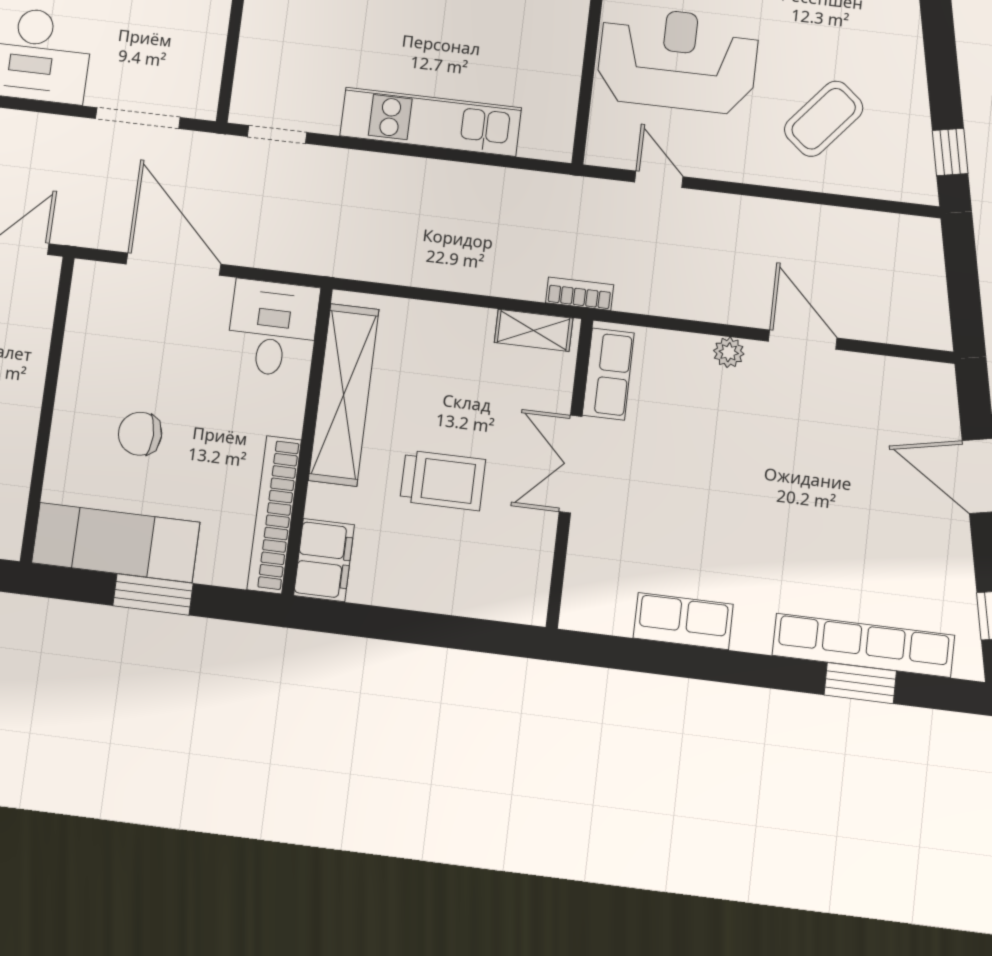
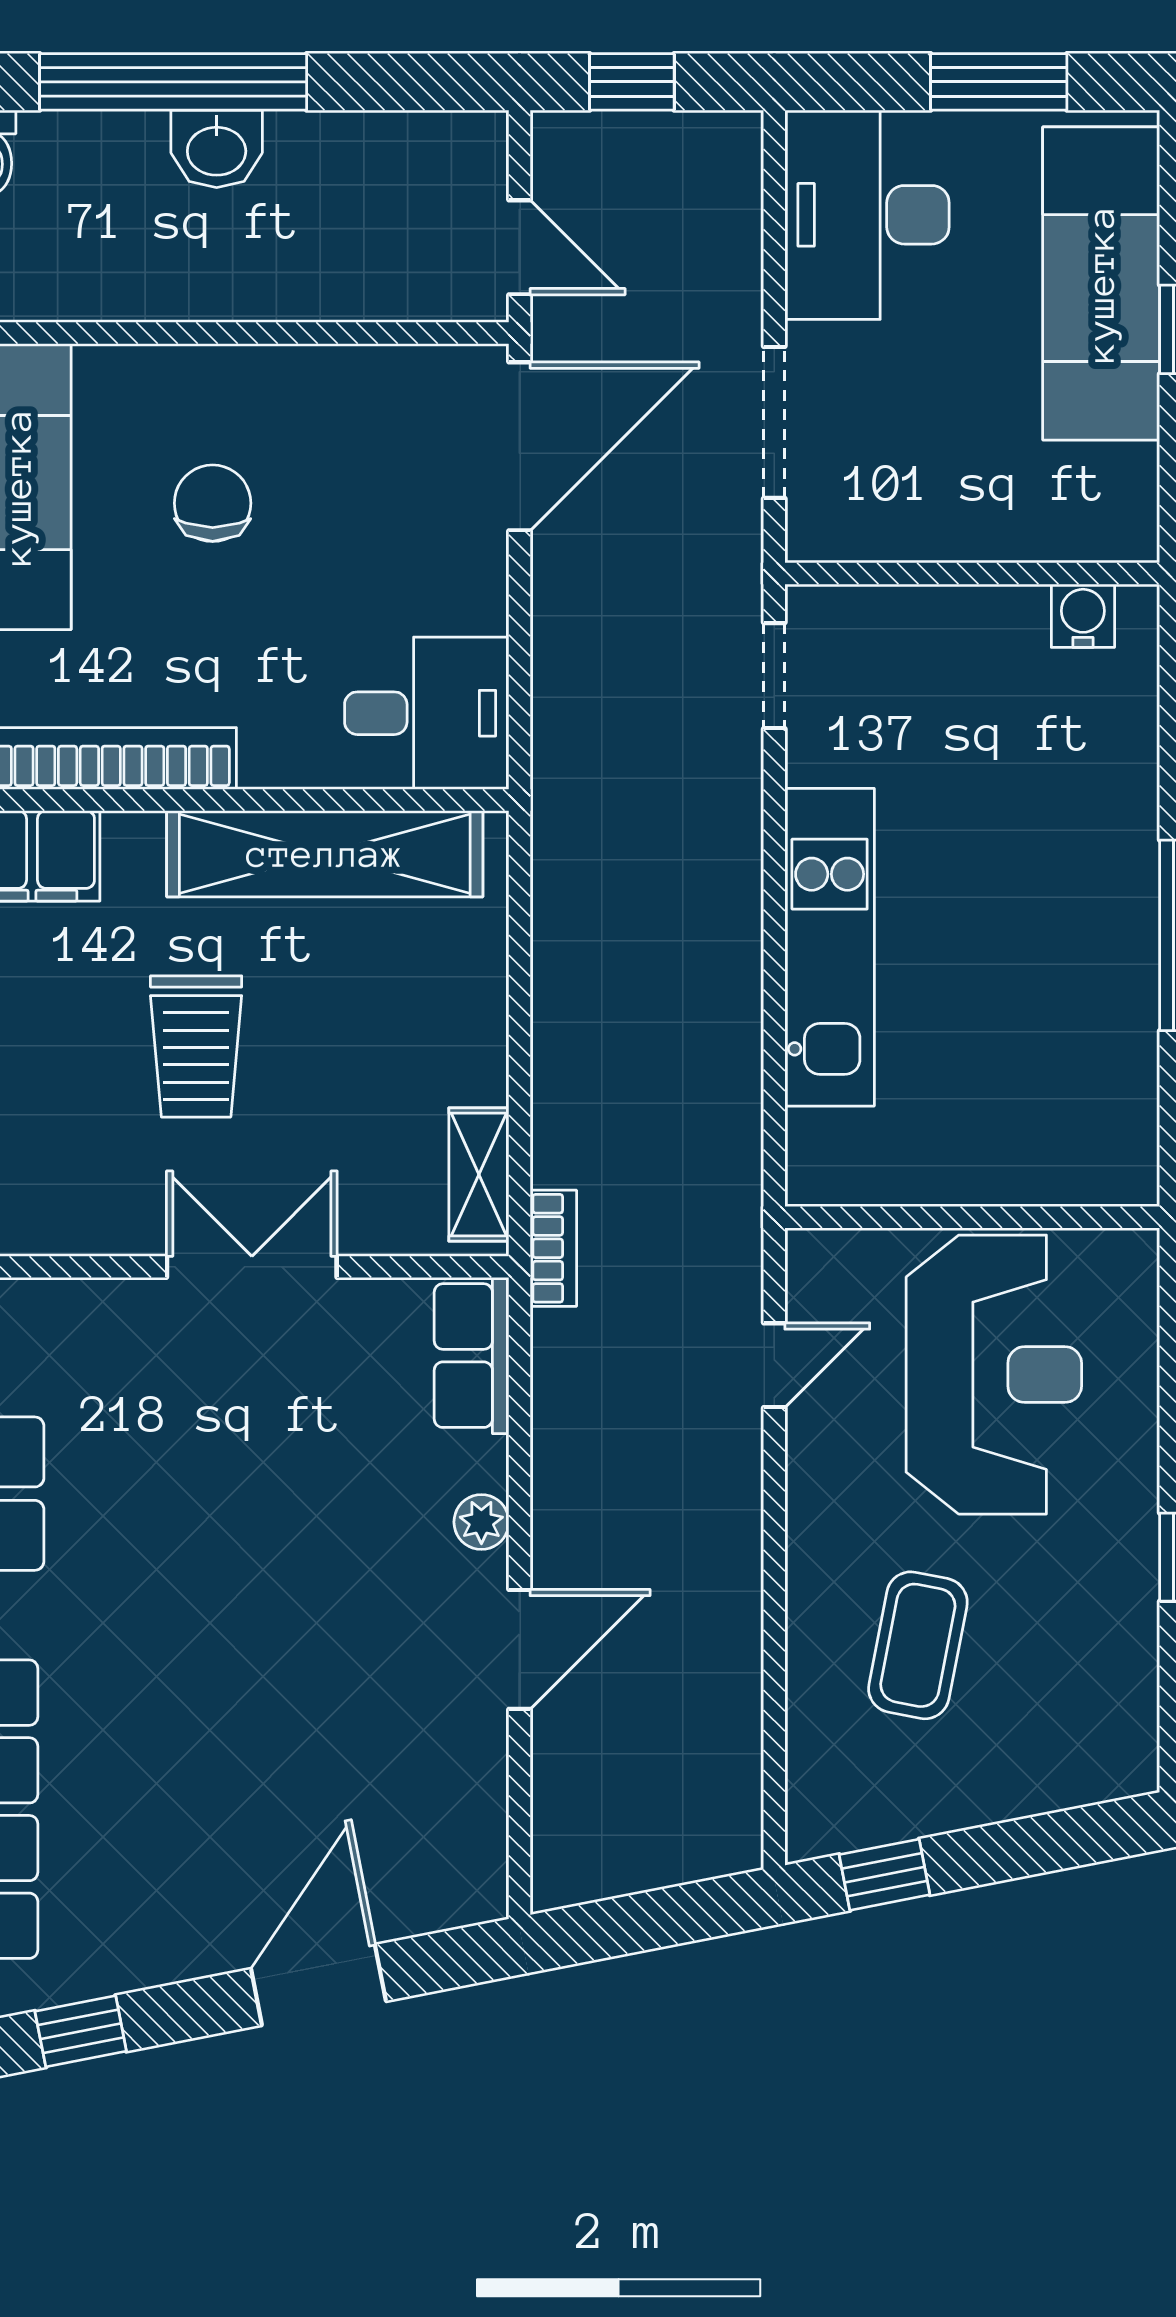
coffee table: (824, 119) -> (918, 1645), turned 61
door: (174, 264) -> (519, 446), moved
row of seats: (608, 374) -> (472, 1356), moved, turned 90

